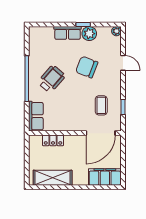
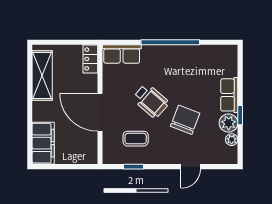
plant: (116, 31) -> (232, 140), moved
wheelchair: (51, 79) -> (151, 101), moved
door: (101, 133) -> (100, 112), moved
locker: (53, 140) -> (90, 59), moved

